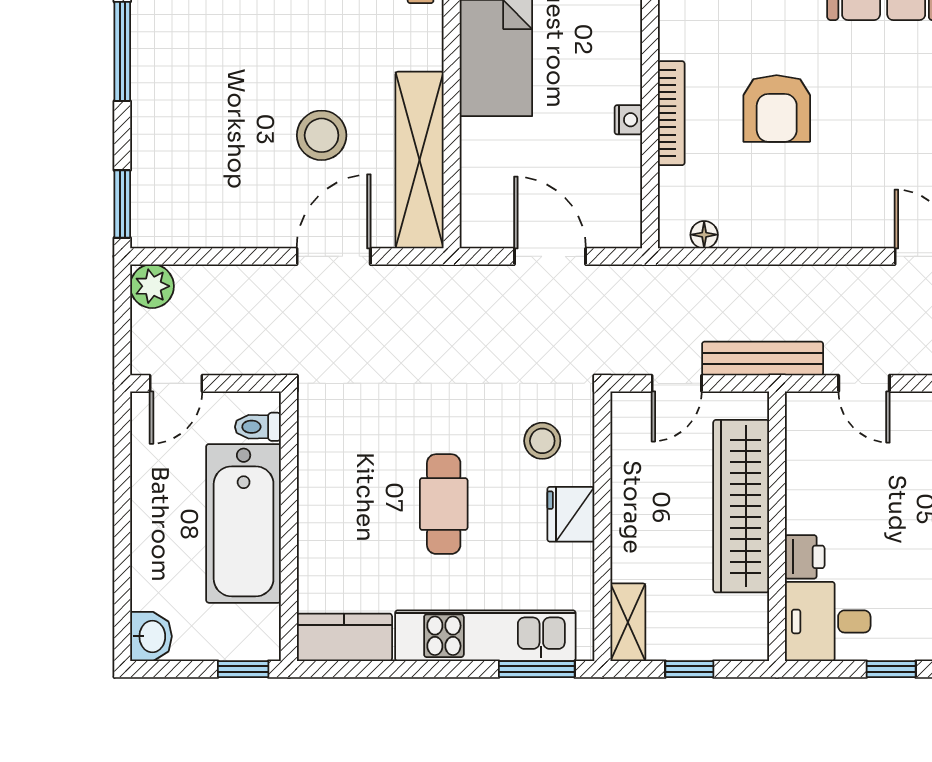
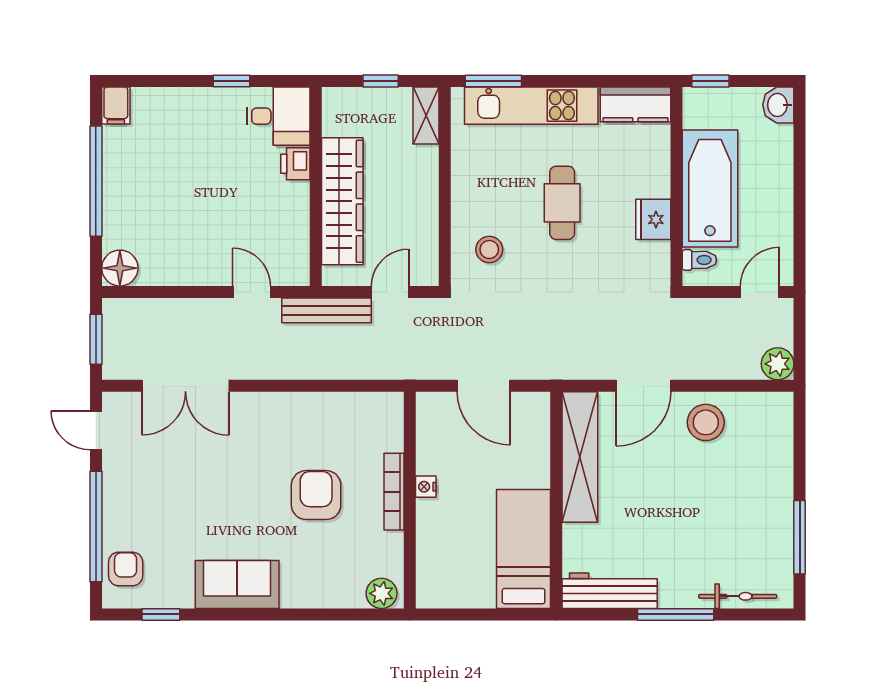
stool: (322, 135) -> (706, 422), moved
window: (122, 204) -> (800, 424), removed
floor lamp: (704, 235) -> (370, 402), removed
fridge: (571, 514) -> (653, 219), moved, turned 180

